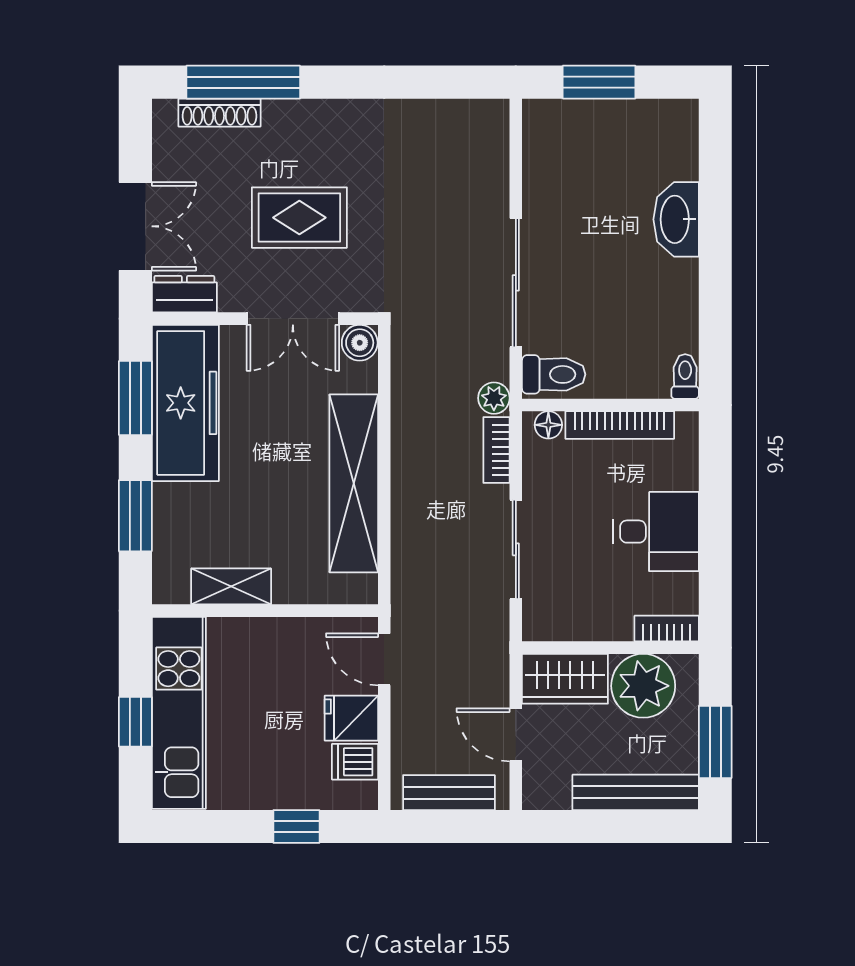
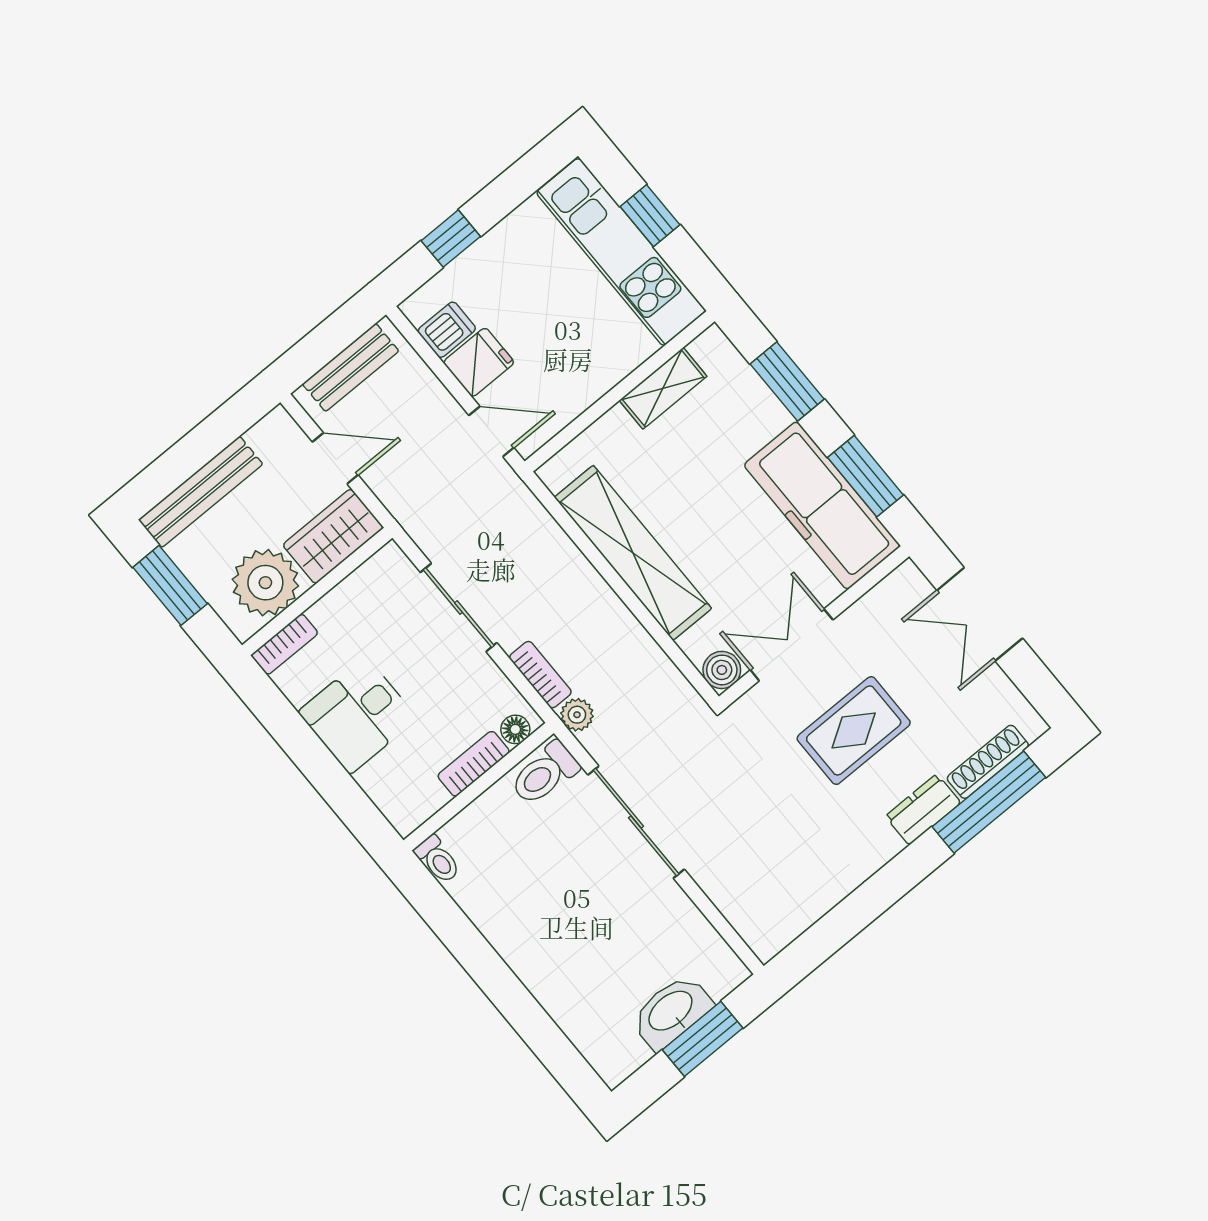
washbasin: (676, 219) -> (671, 1012), moved, turned -90
dresser: (184, 294) -> (923, 809), moved, turned 180
bookcase: (620, 425) -> (474, 764), width x0.64

